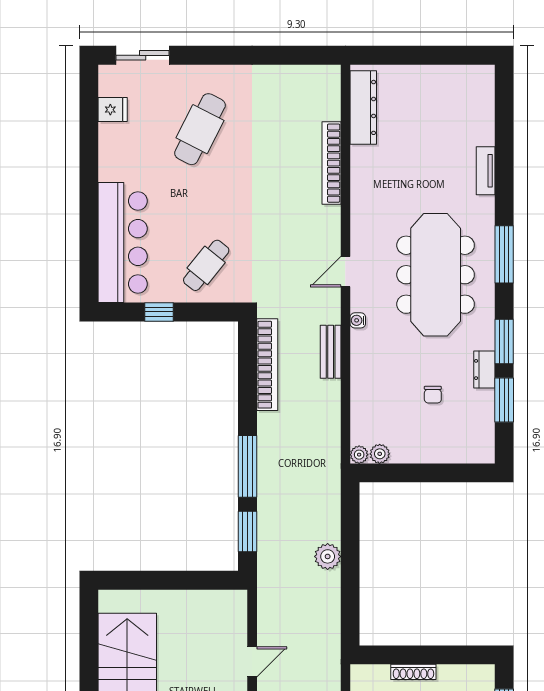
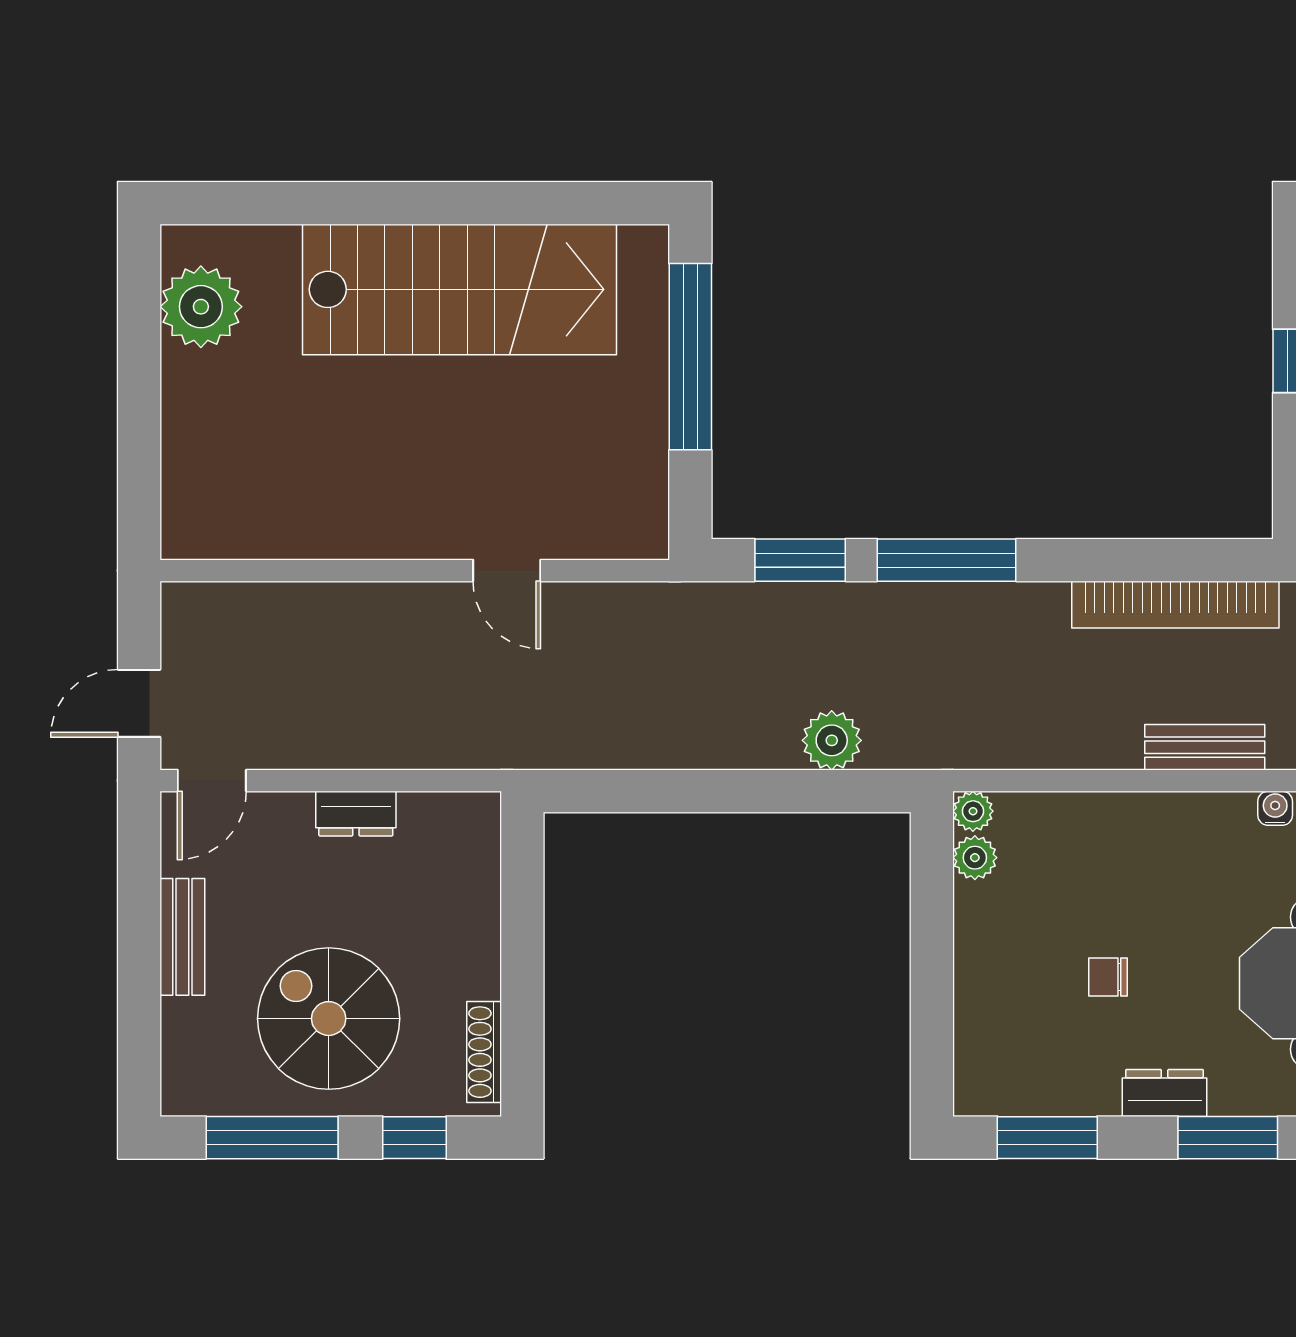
window: (504, 400) -> (1047, 1138), moved
plant: (328, 556) -> (832, 740), moved
window: (157, 580) -> (690, 357), added
shoe rack: (413, 672) -> (484, 1052), moved

